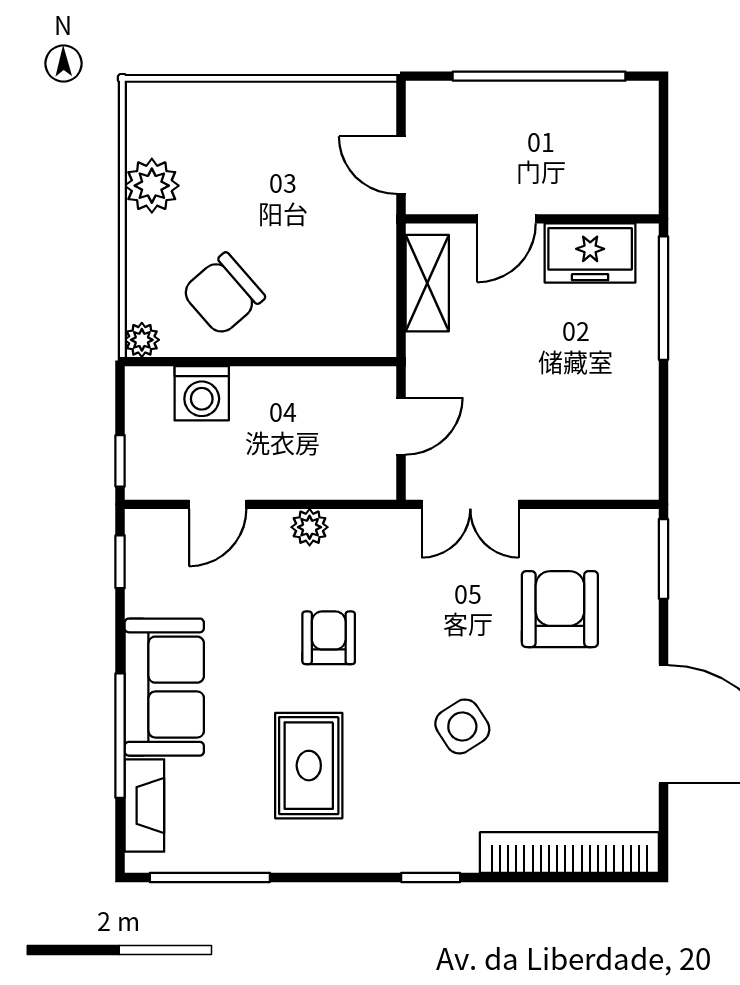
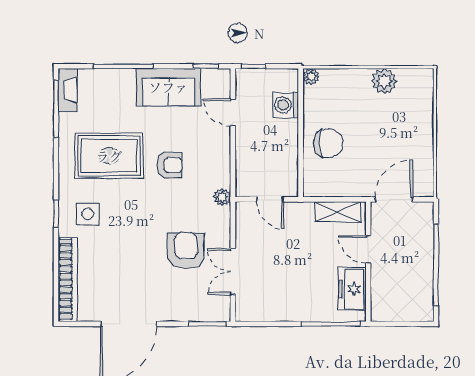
door: (401, 165) -> (394, 199), width x1.38
chair: (223, 294) -> (328, 143), moved, turned 131
double door: (470, 504) -> (233, 272), moved
plant: (310, 527) -> (222, 197), moved
armchair: (560, 609) -> (186, 251), moved, turned -90
sofa: (164, 687) -> (168, 87), moved
side table: (462, 726) -> (88, 214), moved, turned 33
rug: (309, 766) -> (109, 156), width x1.36, depth x1.43
fireplace: (144, 805) -> (68, 90), moved, turned -90

